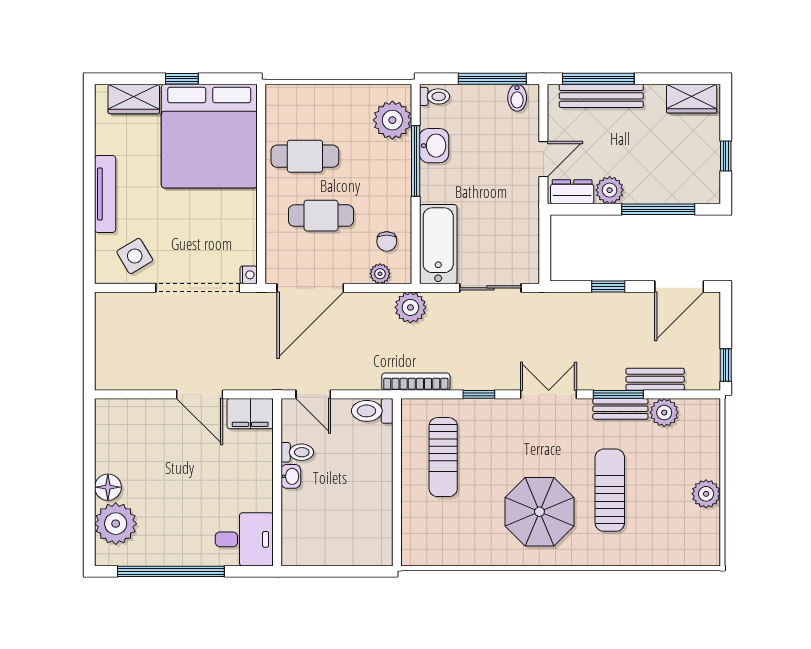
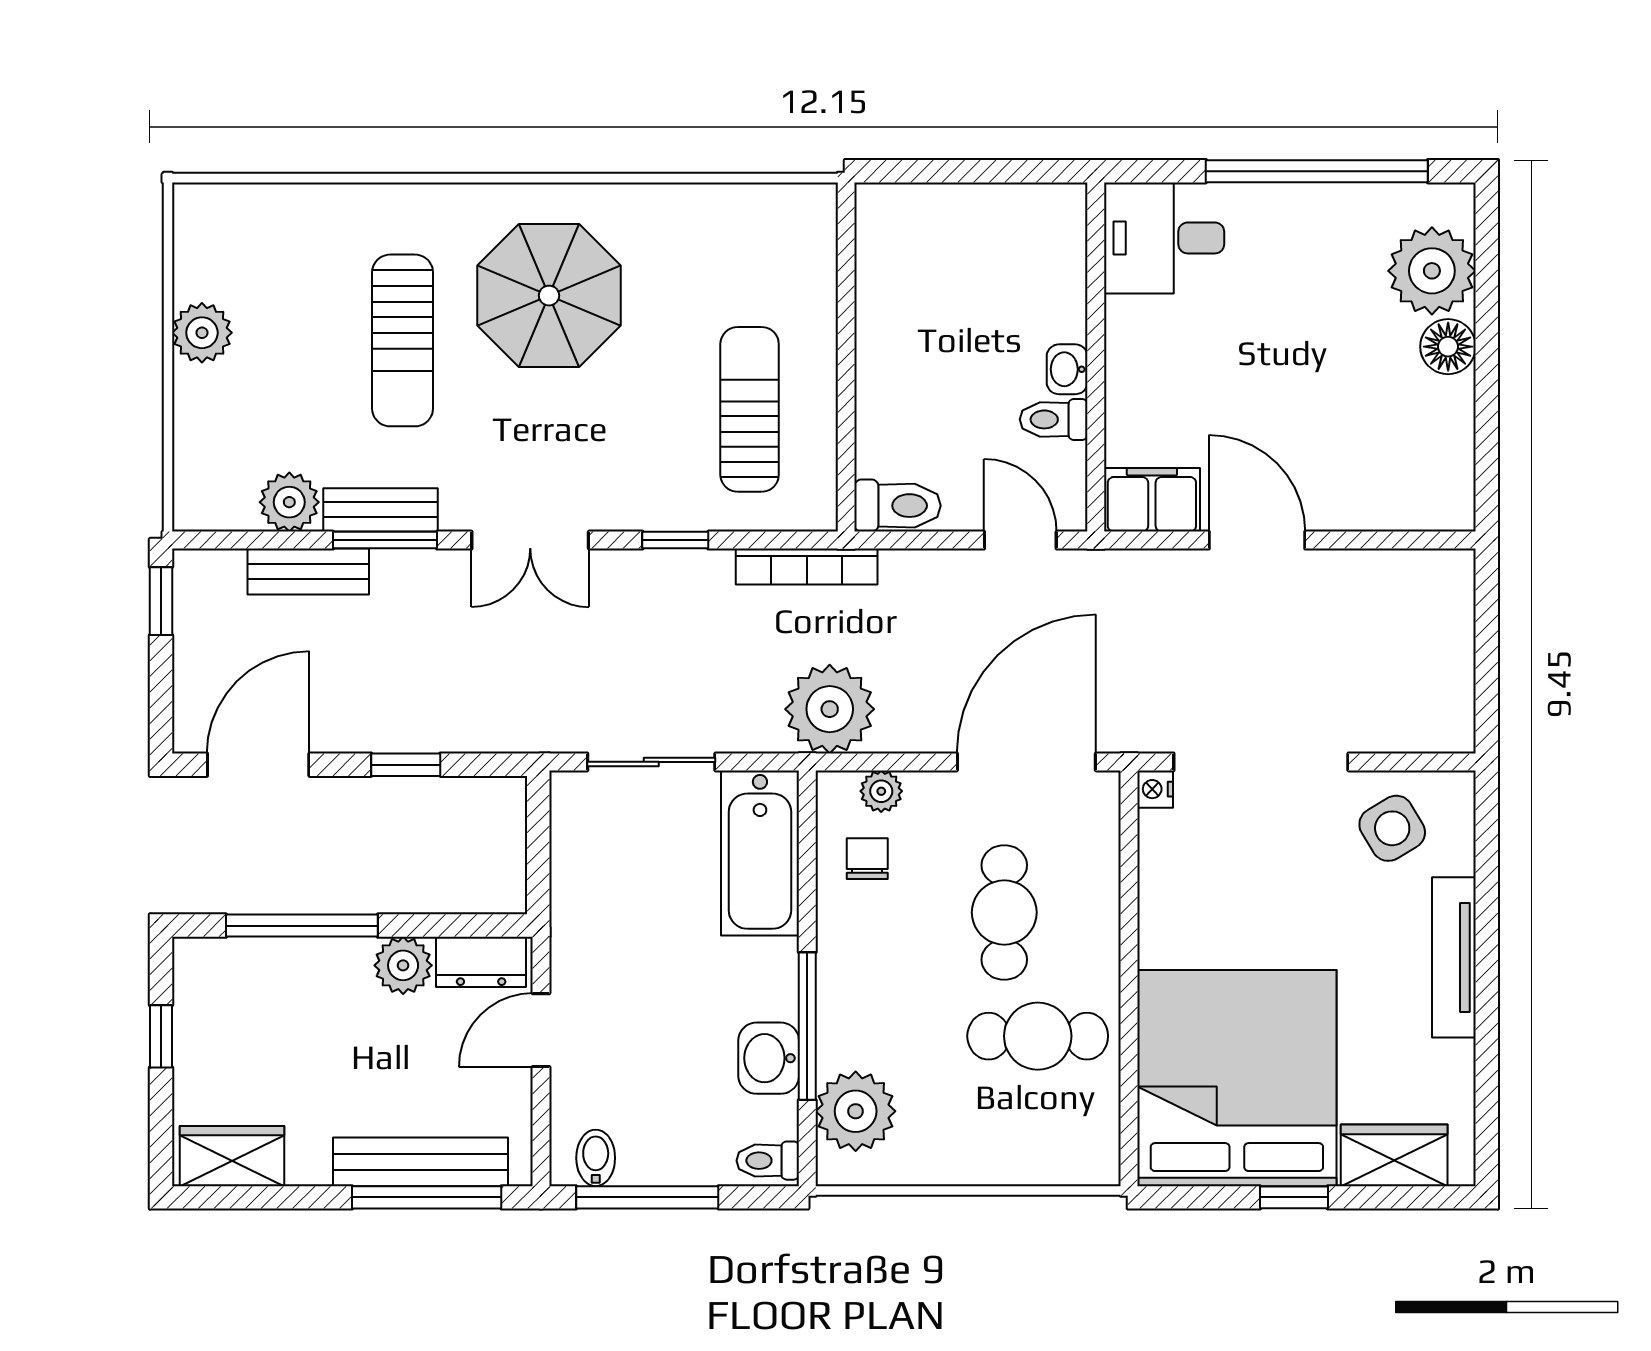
cafe table: (321, 216) -> (1004, 912), turned 90
plant: (410, 307) -> (830, 709), width x1.36, depth x1.36

